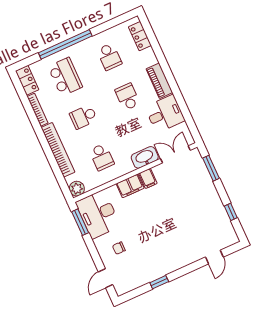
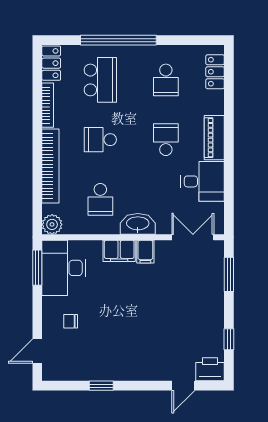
washbasin: (145, 157) -> (138, 224), moved
printer: (227, 238) -> (210, 369), added

